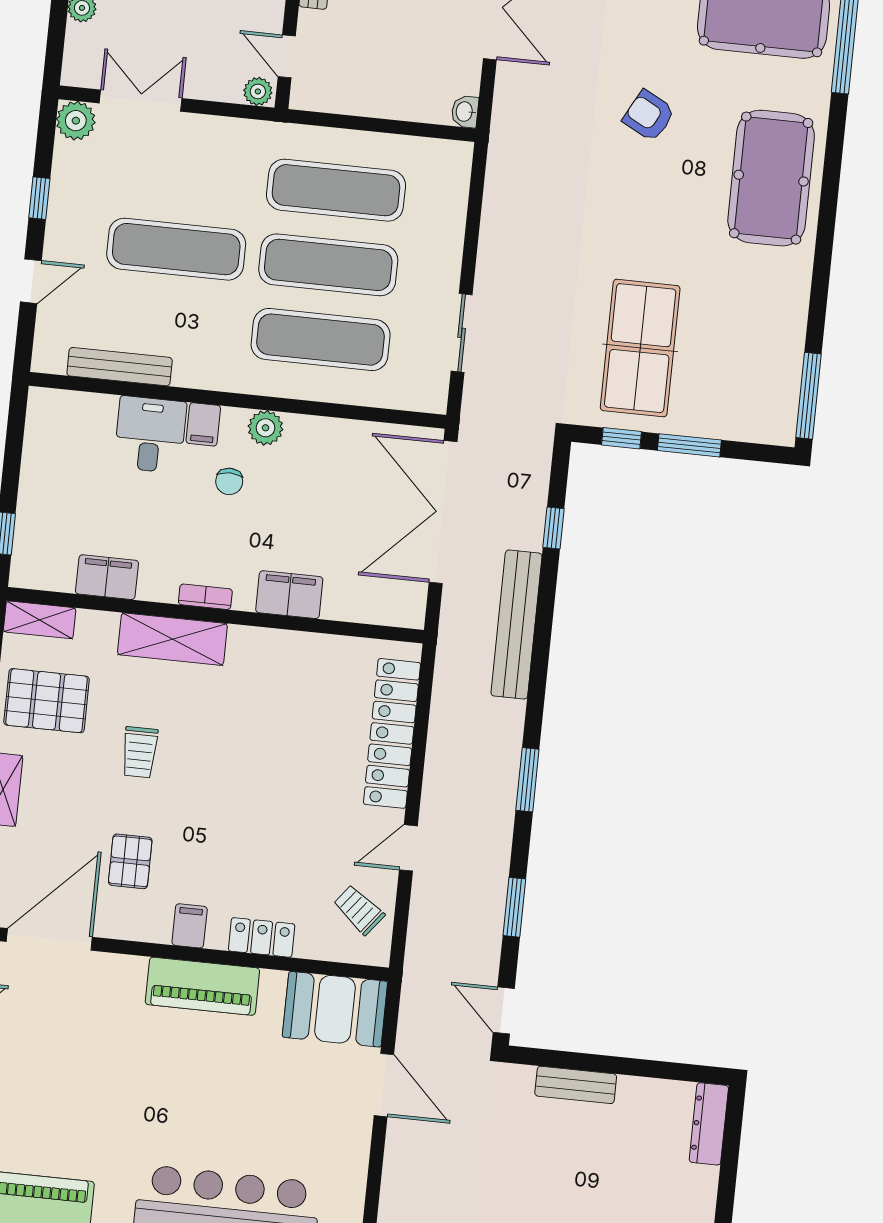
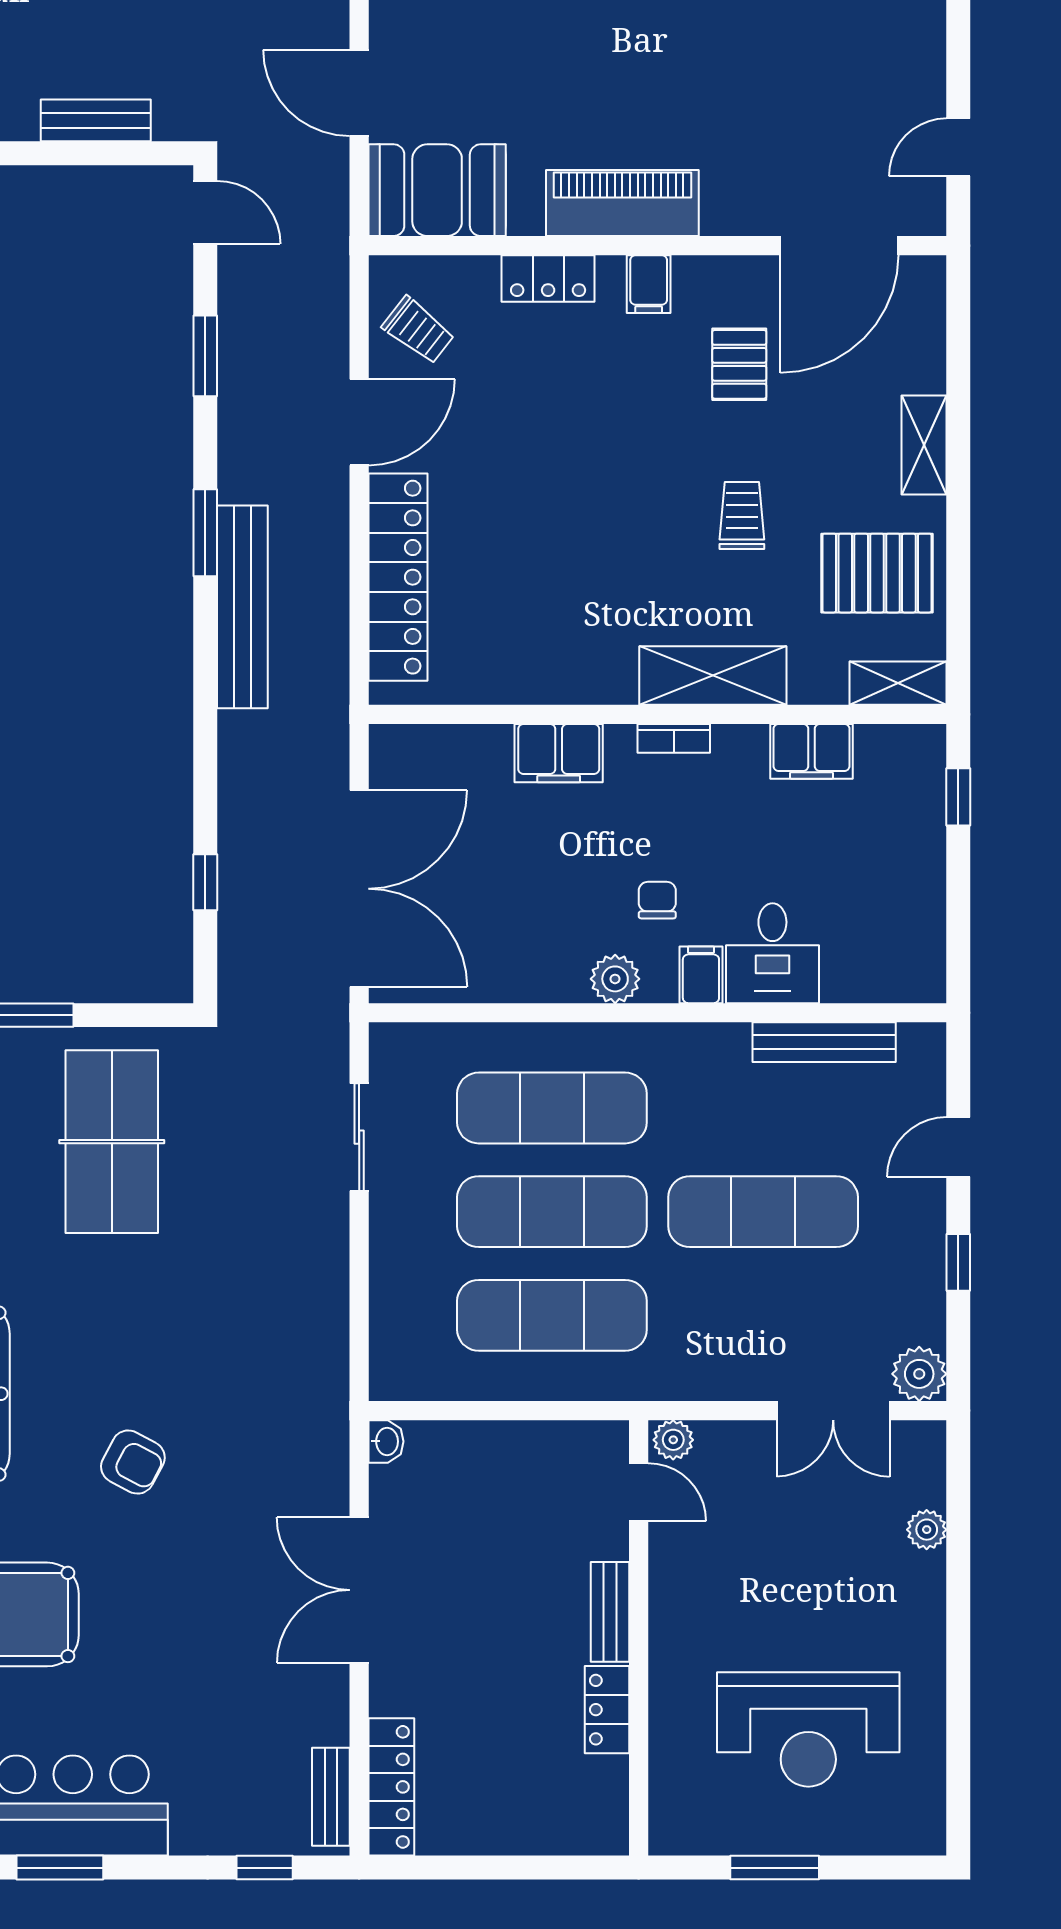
window: (622, 438) -> (125, 1015), removed
bench: (517, 625) -> (242, 607), moved
door: (408, 848) -> (359, 422), width x1.38

